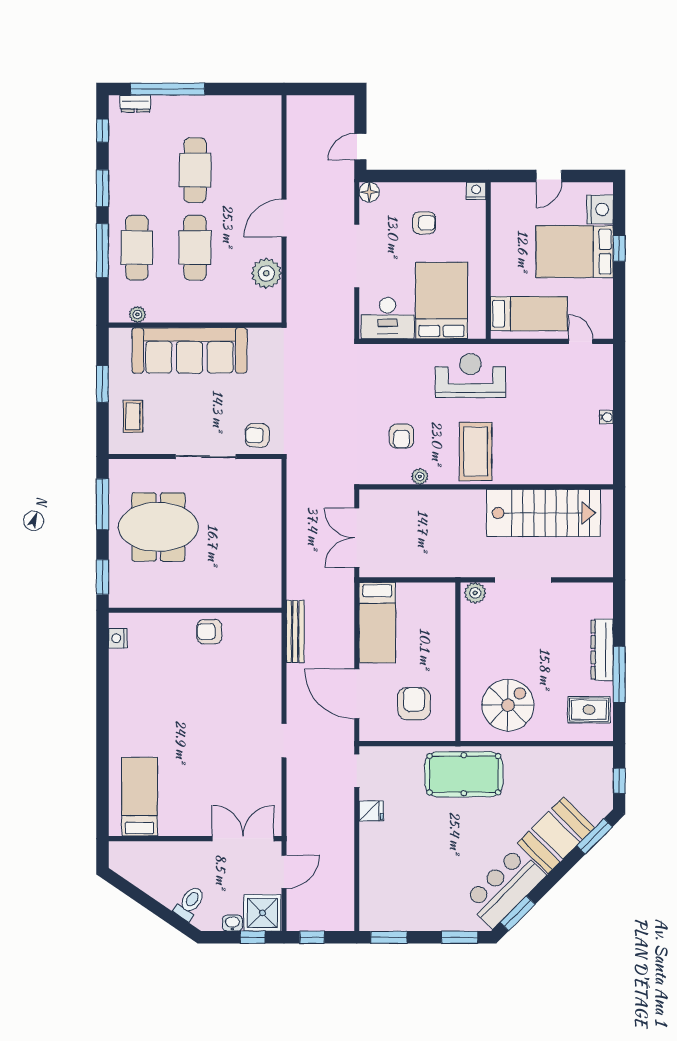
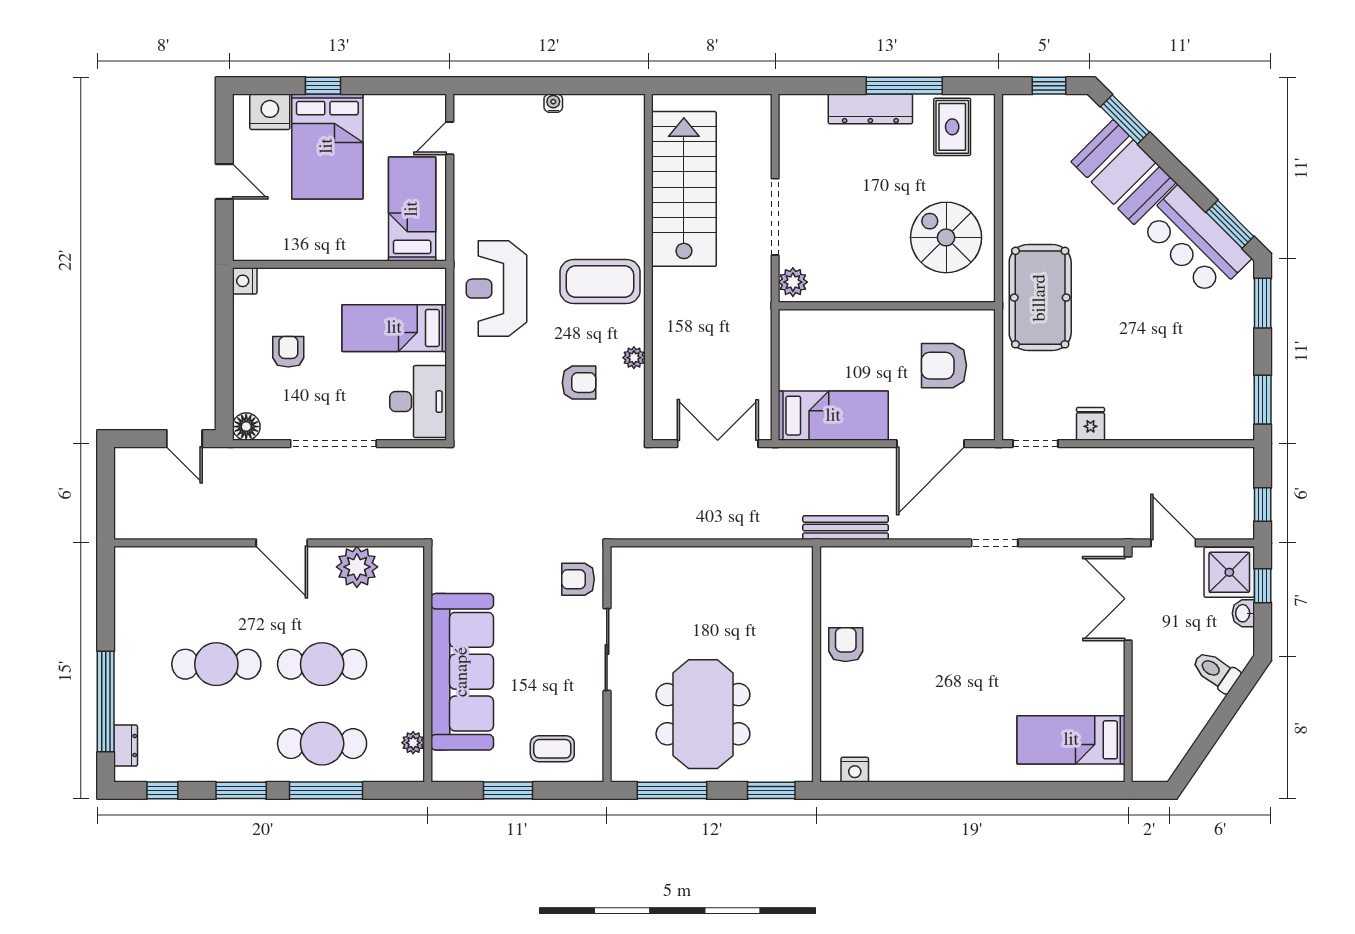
bed: (441, 301) -> (394, 328), width x0.67
armchair: (257, 435) -> (578, 579), turned 88
double door: (357, 538) -> (718, 444), swing flipped
armchair: (209, 632) -> (846, 645), turned 180

